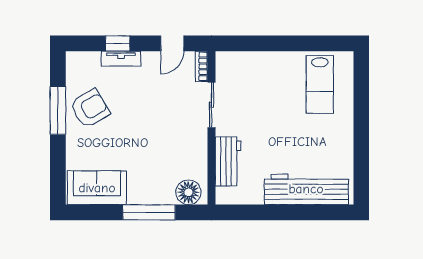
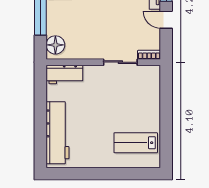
door: (172, 43) -> (166, 20), moved
workbench: (228, 161) -> (64, 74), moved

